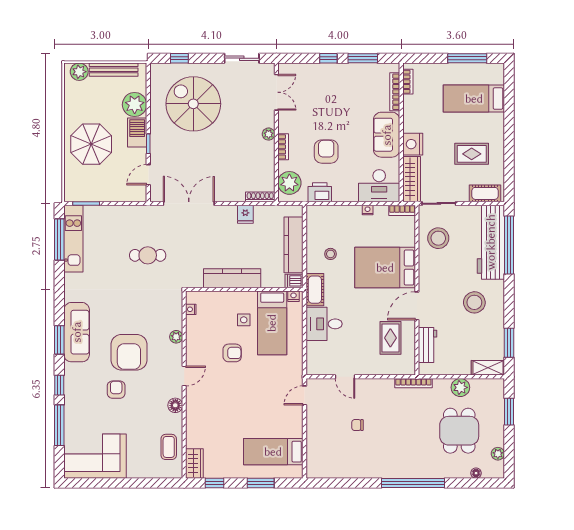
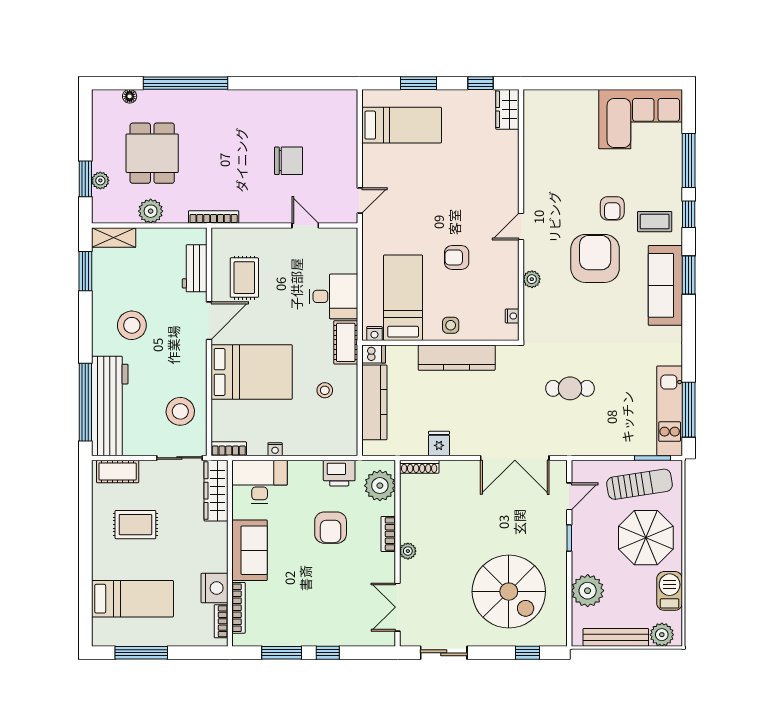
barbecue: (137, 132) -> (670, 591), moved, turned 180
nightstand: (413, 144) -> (214, 588), moved
sun lounger: (96, 184) -> (640, 484), added
side table: (244, 320) -> (451, 325), moved
floor lamp: (175, 405) -> (533, 187), removed
chair: (358, 425) -> (289, 161), width x1.87, depth x1.87
coffee table: (169, 447) -> (655, 222), moved, turned 90
plant: (498, 454) -> (100, 180), moved
window: (413, 483) -> (185, 83), moved

